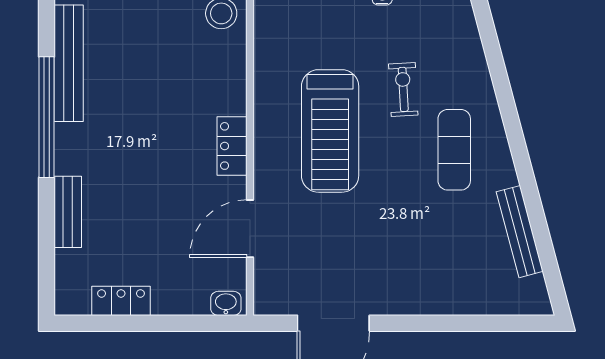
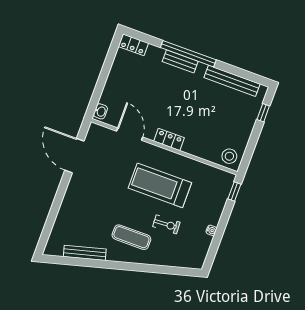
window: (47, 117) -> (188, 54), moved
bench: (68, 212) -> (180, 61), moved
locker: (121, 301) -> (133, 45), moved, turned 90

